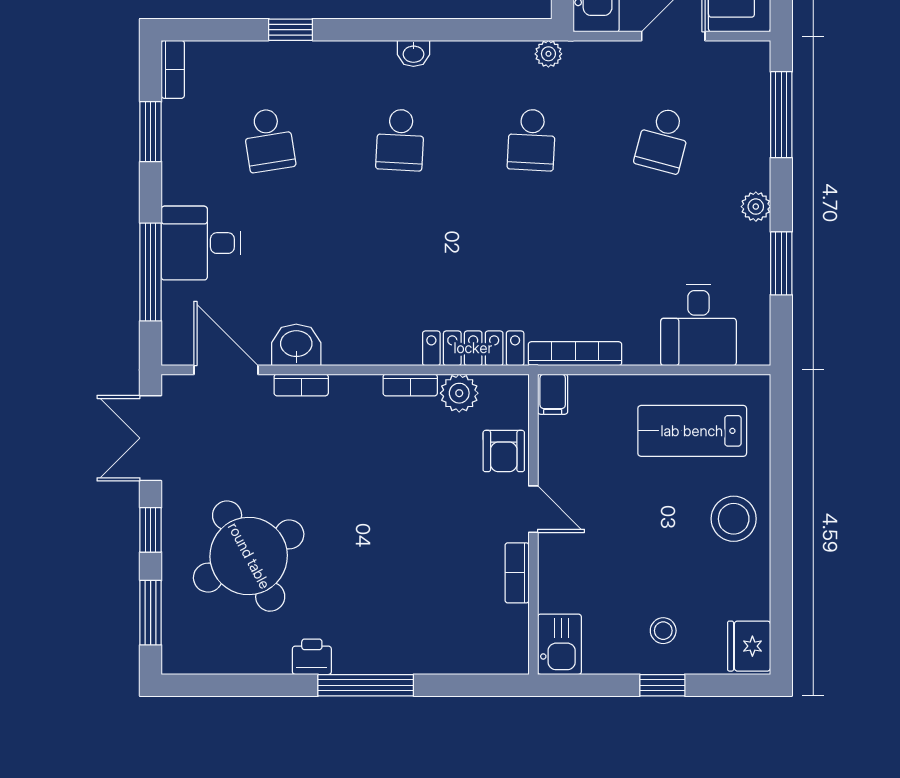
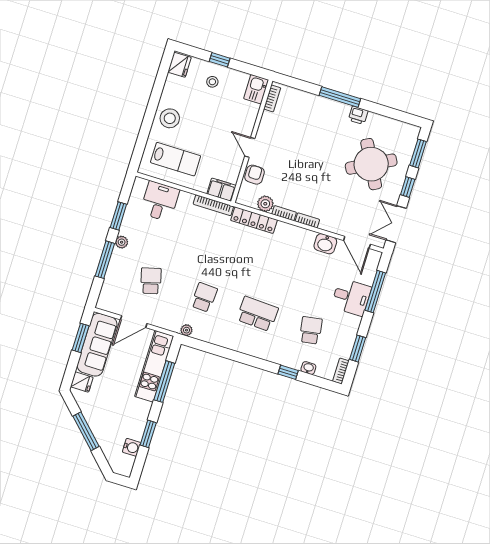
washbasin: (413, 53) -> (308, 368), moved
window: (781, 115) -> (105, 260), moved
school desk: (400, 140) -> (257, 314), width x1.85
school desk: (663, 140) -> (151, 281), turned -30
bookcase: (301, 385) -> (307, 220), moved
filing cabinet: (553, 394) -> (221, 190), width x2.00
double door: (151, 438) -> (396, 224), swing flipped
bookcase: (517, 573) -> (272, 98), moved

